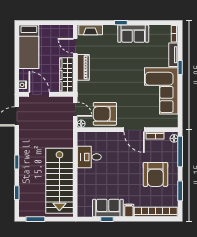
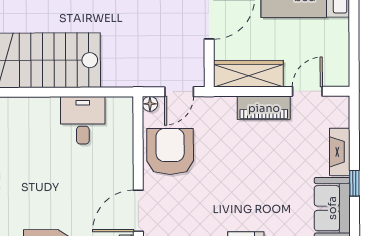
fireplace: (91, 30) -> (340, 152), moved

